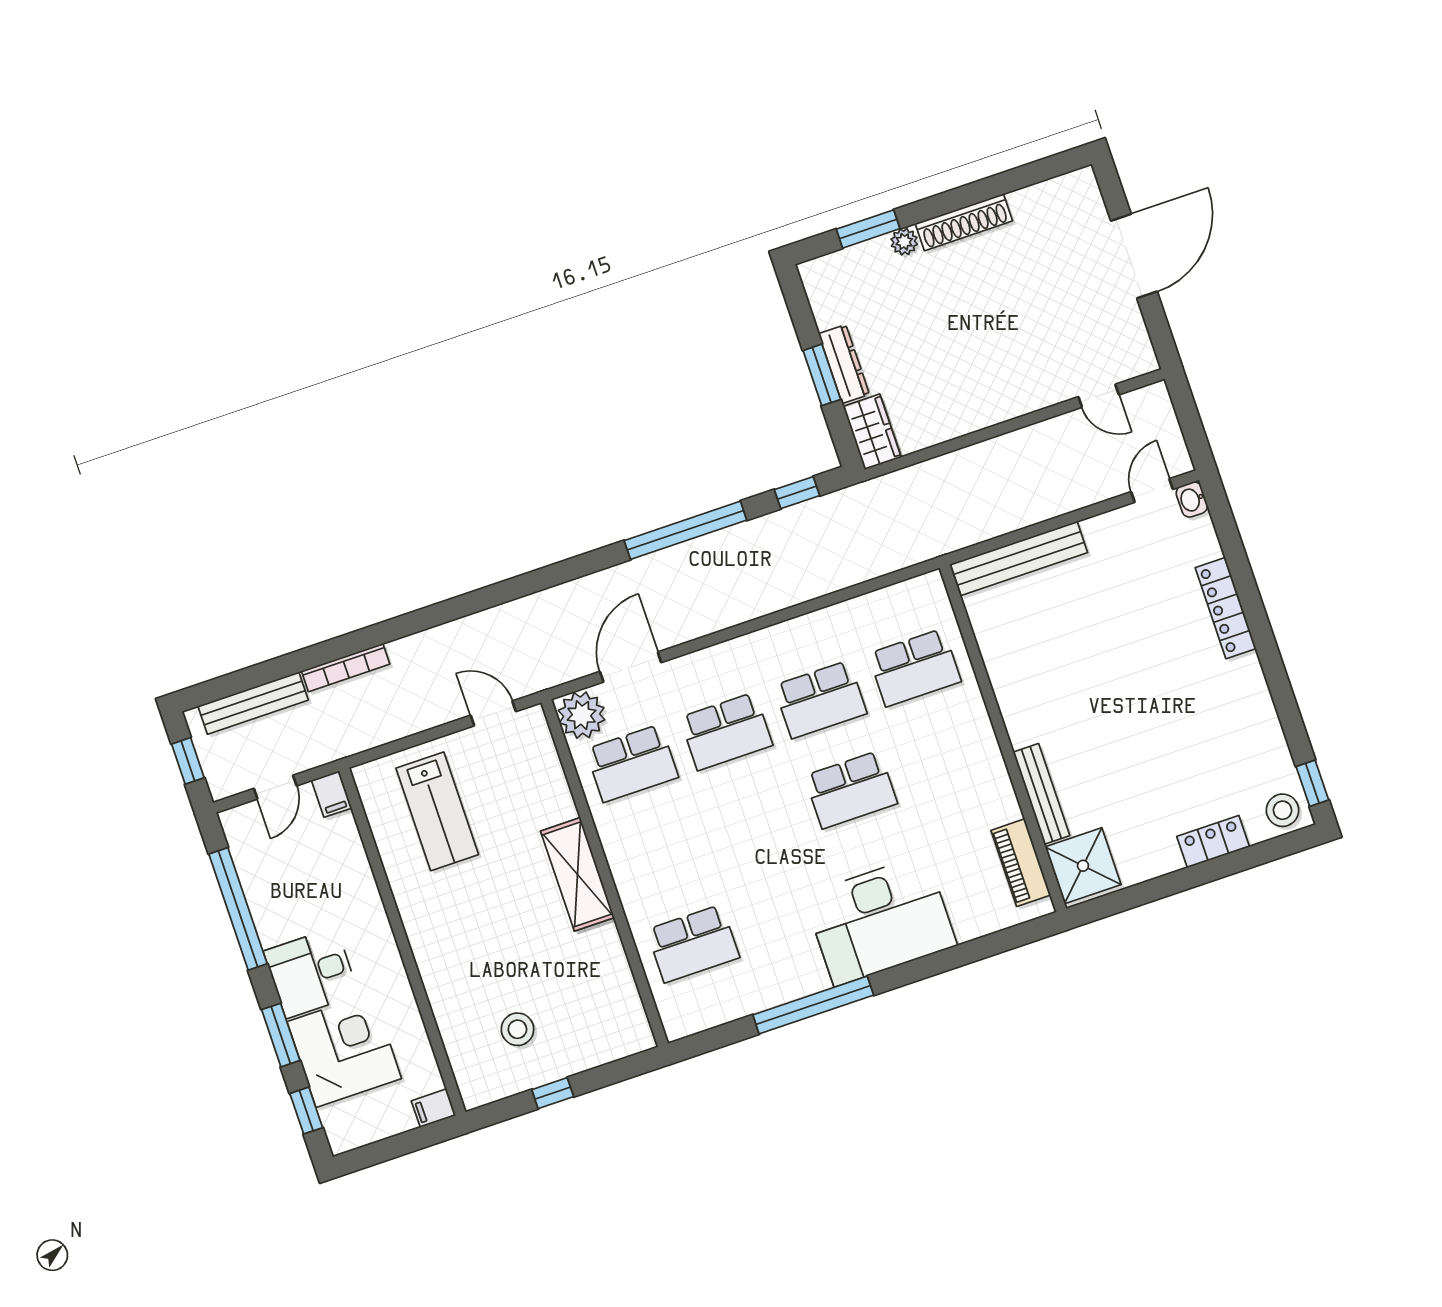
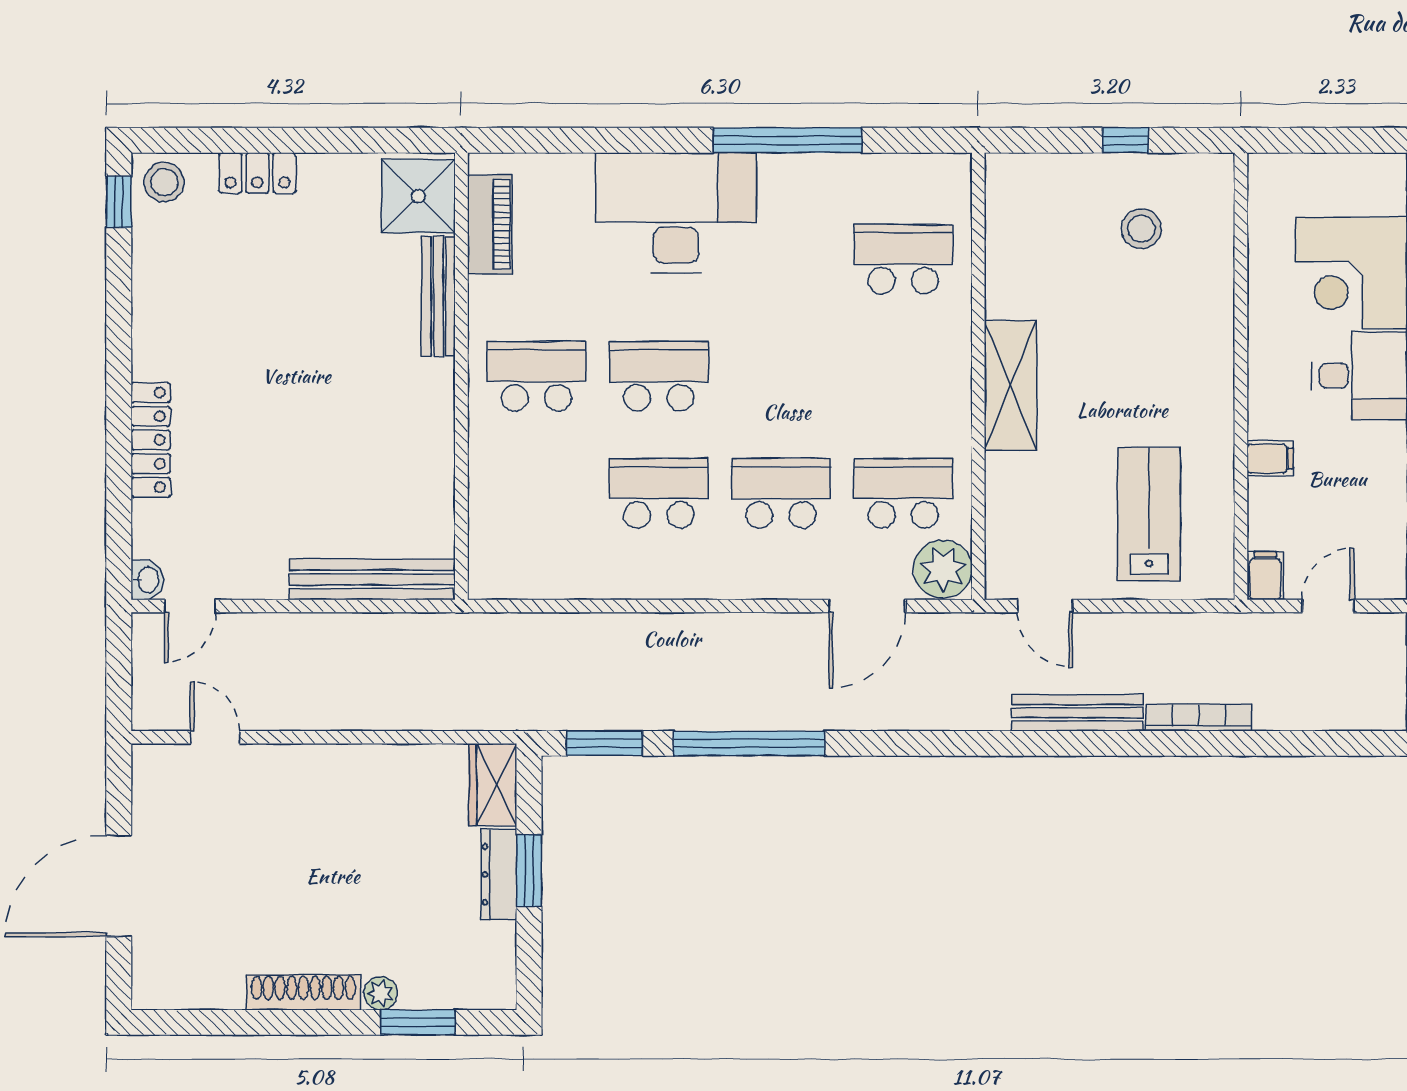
window: (797, 493) -> (604, 743), width x1.50
school desk: (915, 668) -> (536, 376), moved
bench: (253, 703) -> (1077, 713), moved
filing cabinet: (434, 1108) -> (1270, 458), moved

